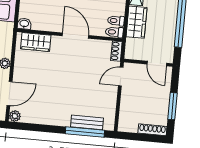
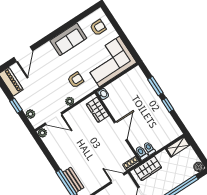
wardrobe: (137, 22) -> (148, 169), moved

